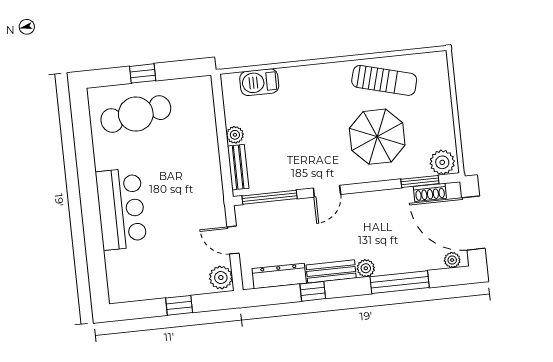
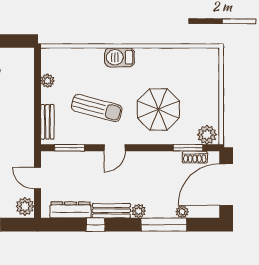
sun lounger: (384, 80) -> (97, 108), moved
barbecue: (259, 82) -> (120, 57), moved
plant: (235, 135) -> (48, 81), moved
window: (270, 197) -> (69, 148), width x0.69
door: (473, 223) -> (226, 185), hinge flipped
plant: (452, 260) -> (182, 212), moved

